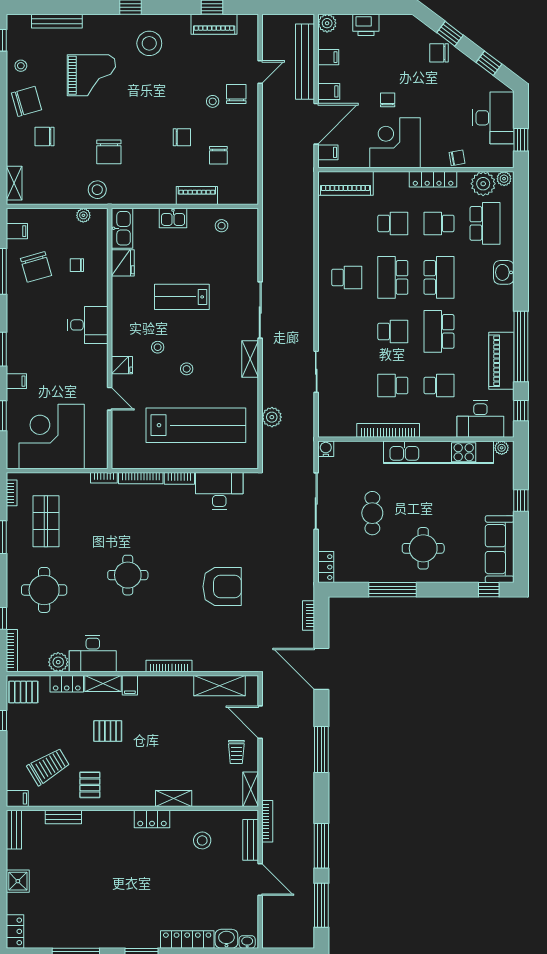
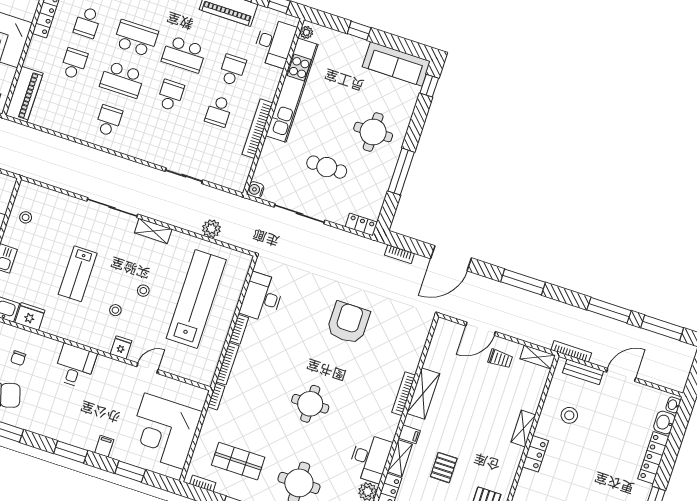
shelving: (219, 686) -> (423, 394), moved

